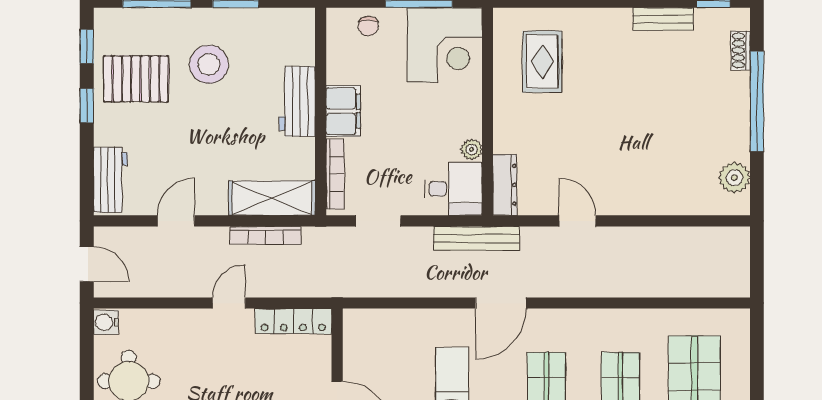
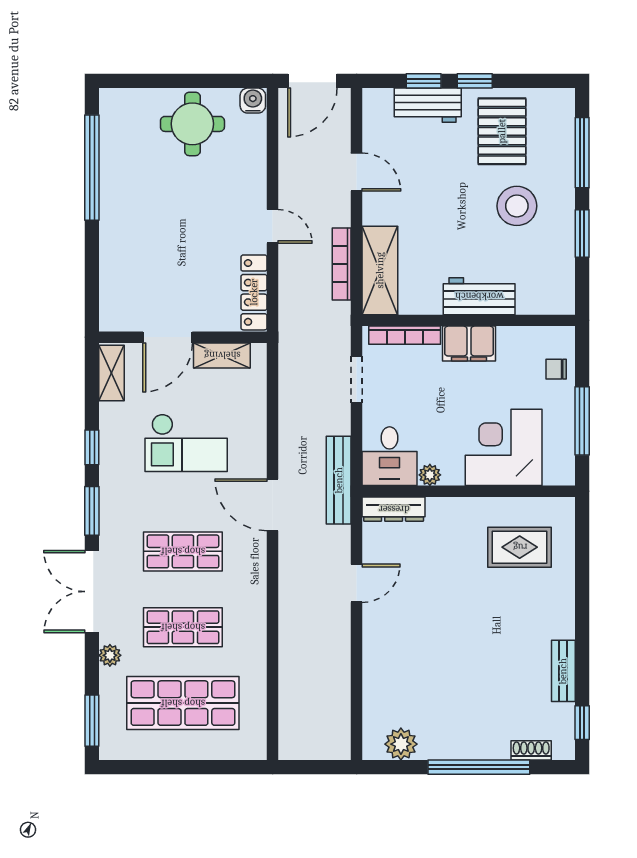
corner desk: (445, 45) -> (504, 447), moved, turned 90
window: (87, 46) -> (424, 81), moved
workbench: (110, 180) -> (428, 105), moved
door: (87, 264) -> (312, 81), width x1.38
shelving: (355, 352) -> (222, 355), added

